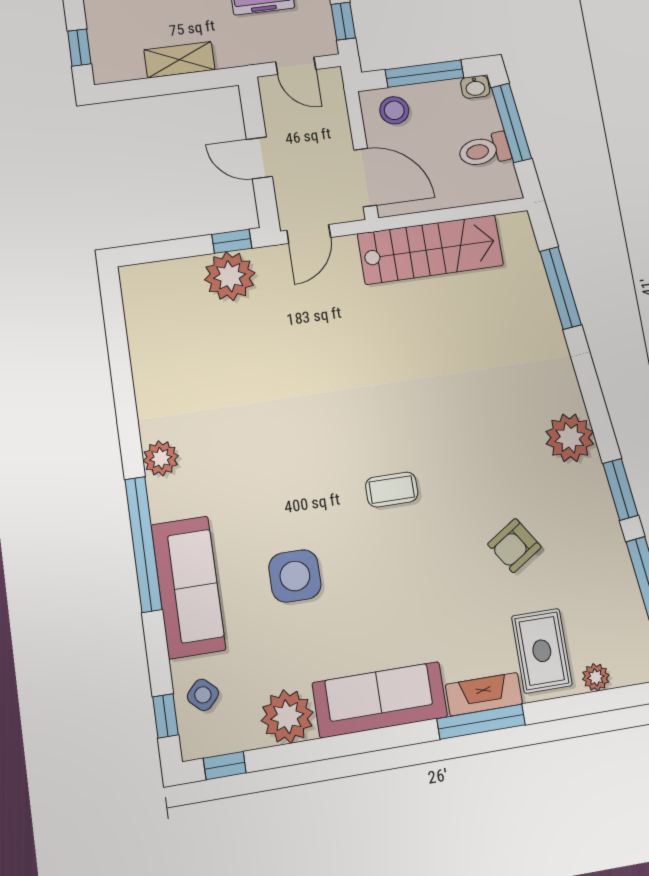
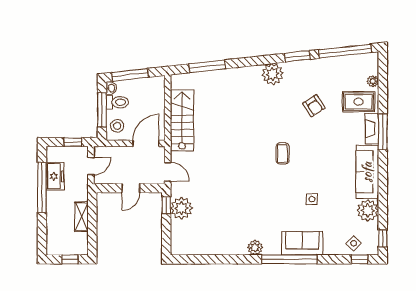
toilet: (484, 150) -> (117, 102), moved, turned -84
side table: (295, 576) -> (312, 199), width x0.54, depth x0.54
sofa: (188, 587) -> (302, 243), width x0.73

